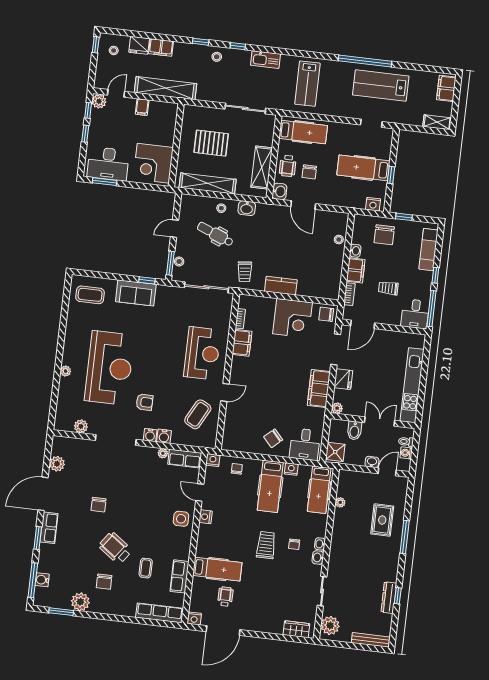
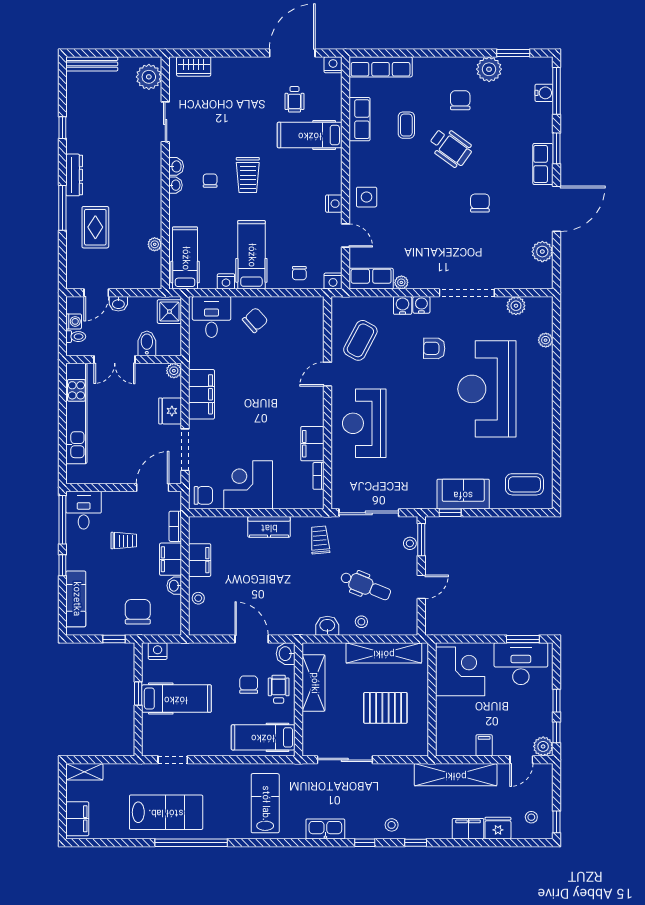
filing cabinet: (334, 267) -> (200, 560), added
plant: (66, 371) -> (546, 340), moved
dresser: (389, 598) -> (74, 175), moved

